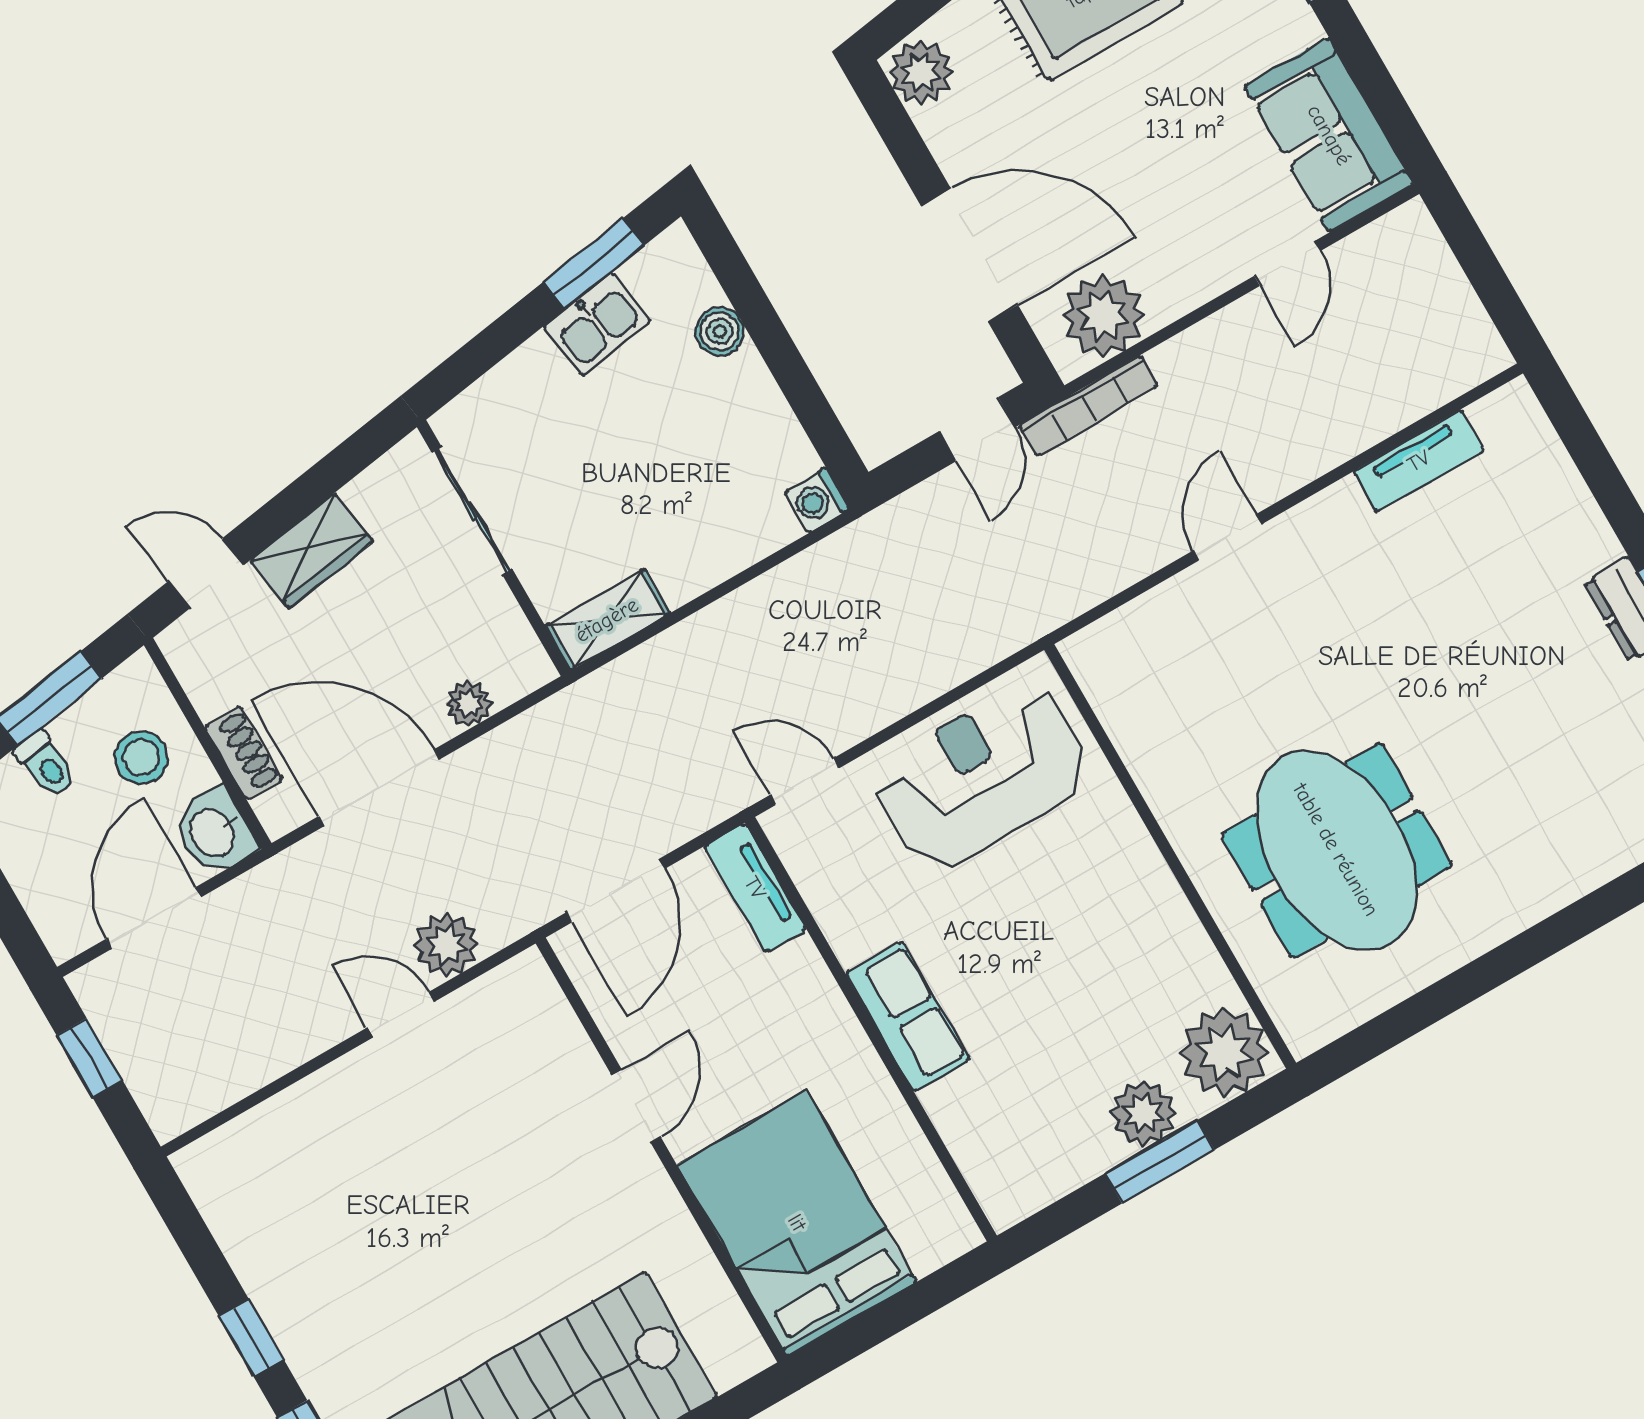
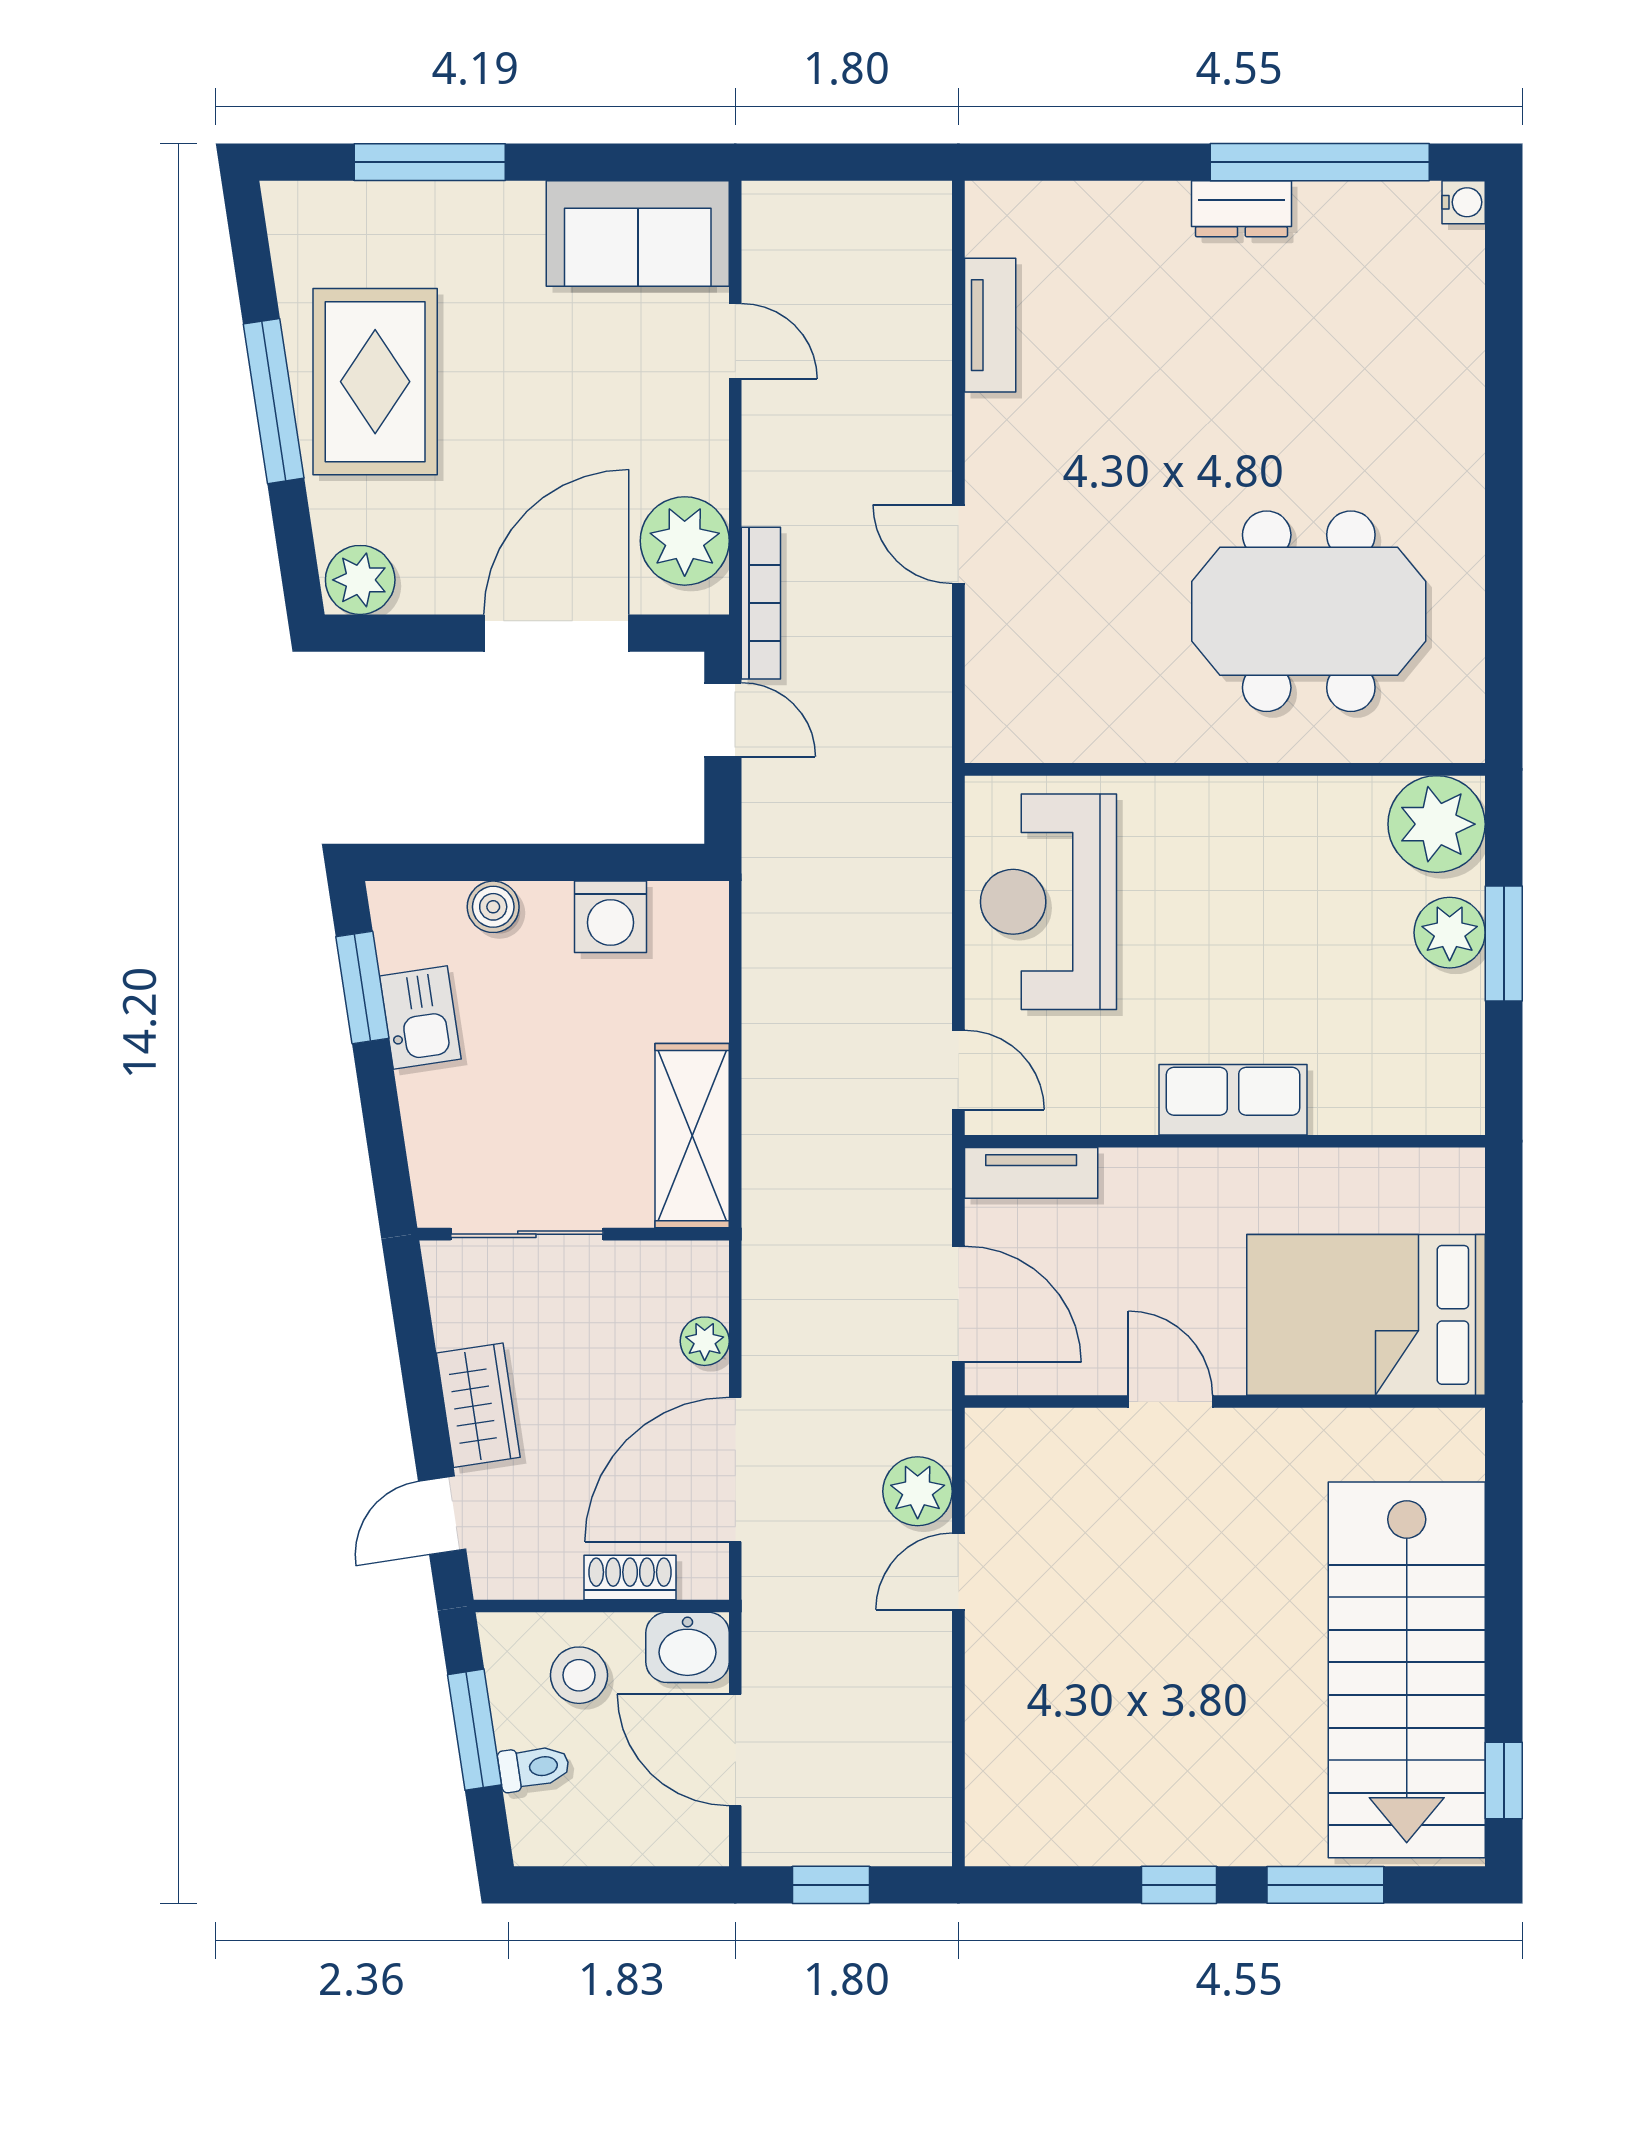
washing machine: (817, 500) -> (610, 917), moved, width x1.38, depth x1.38
shelving: (607, 620) -> (692, 1136), width x1.50, depth x1.33
door: (805, 782) -> (958, 1070), swing flipped

